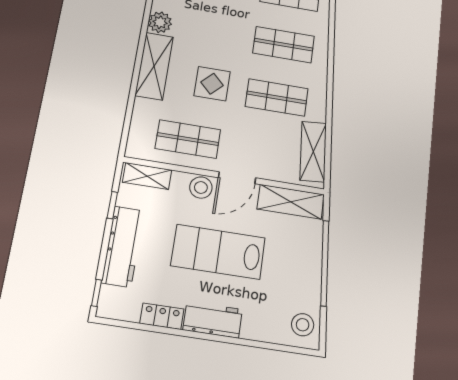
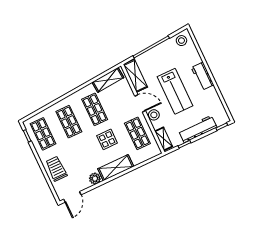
locker: (162, 316) -> (214, 96), removed

